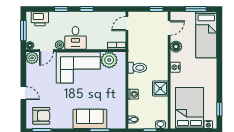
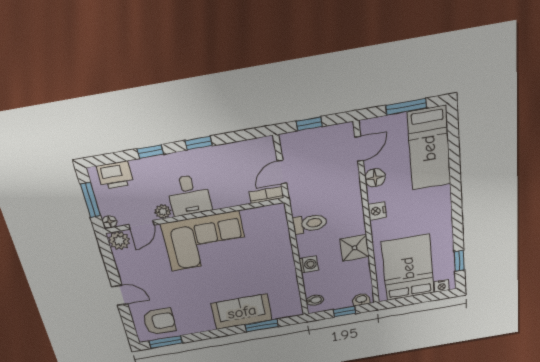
window: (156, 9) -> (309, 124), moved
door: (127, 24) -> (282, 172), moved
plant: (109, 60) -> (257, 220), removed

